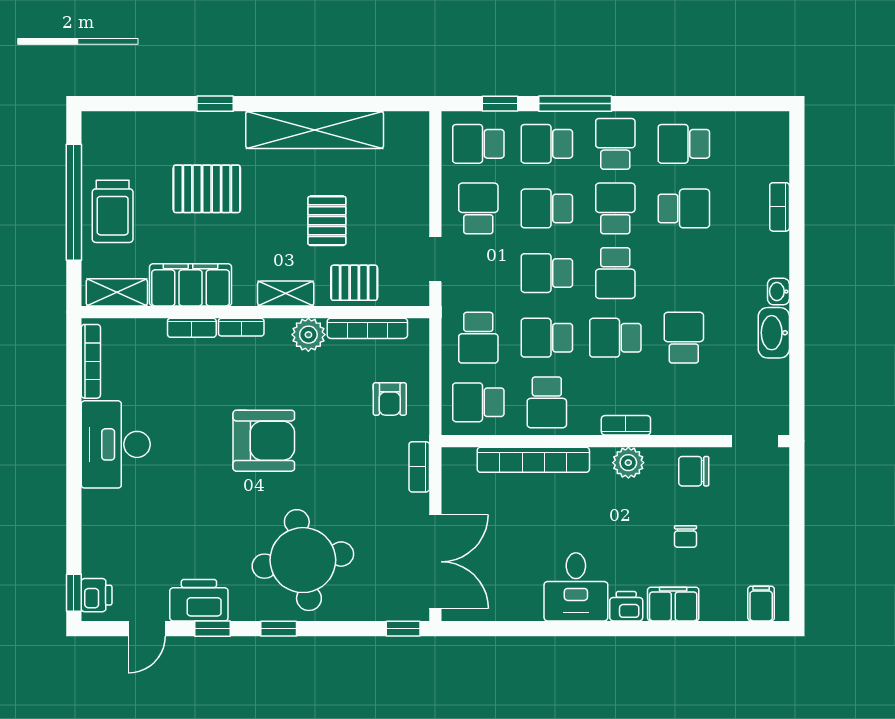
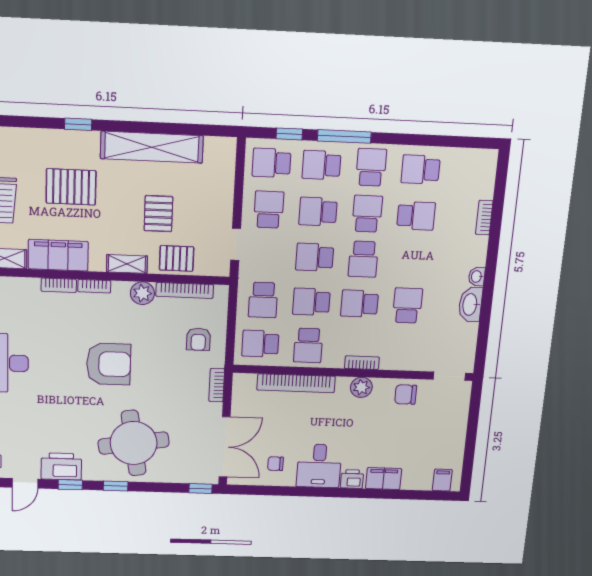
chair: (685, 536) -> (275, 464), moved, turned 90

